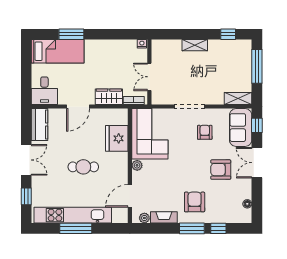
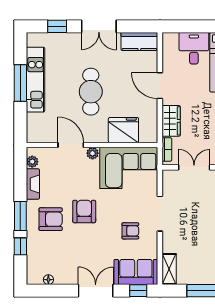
desk: (44, 91) -> (194, 48), moved, turned 90
cafe table: (83, 167) -> (91, 92), width x1.37, depth x1.35
armchair: (221, 170) -> (84, 211), moved
door: (130, 196) -> (71, 145), moved
kitchen unit: (73, 215) -> (36, 80), width x0.73

